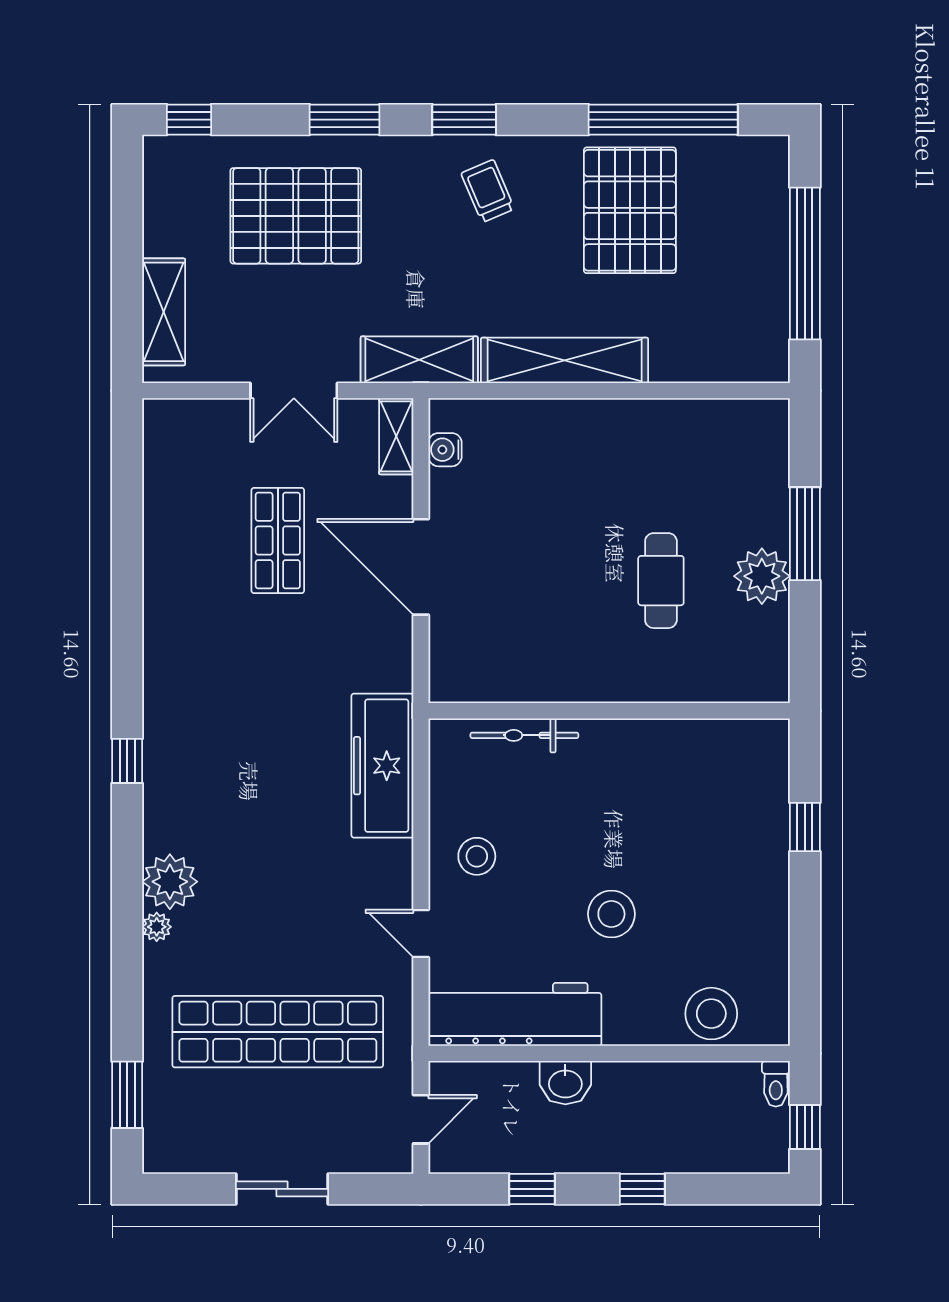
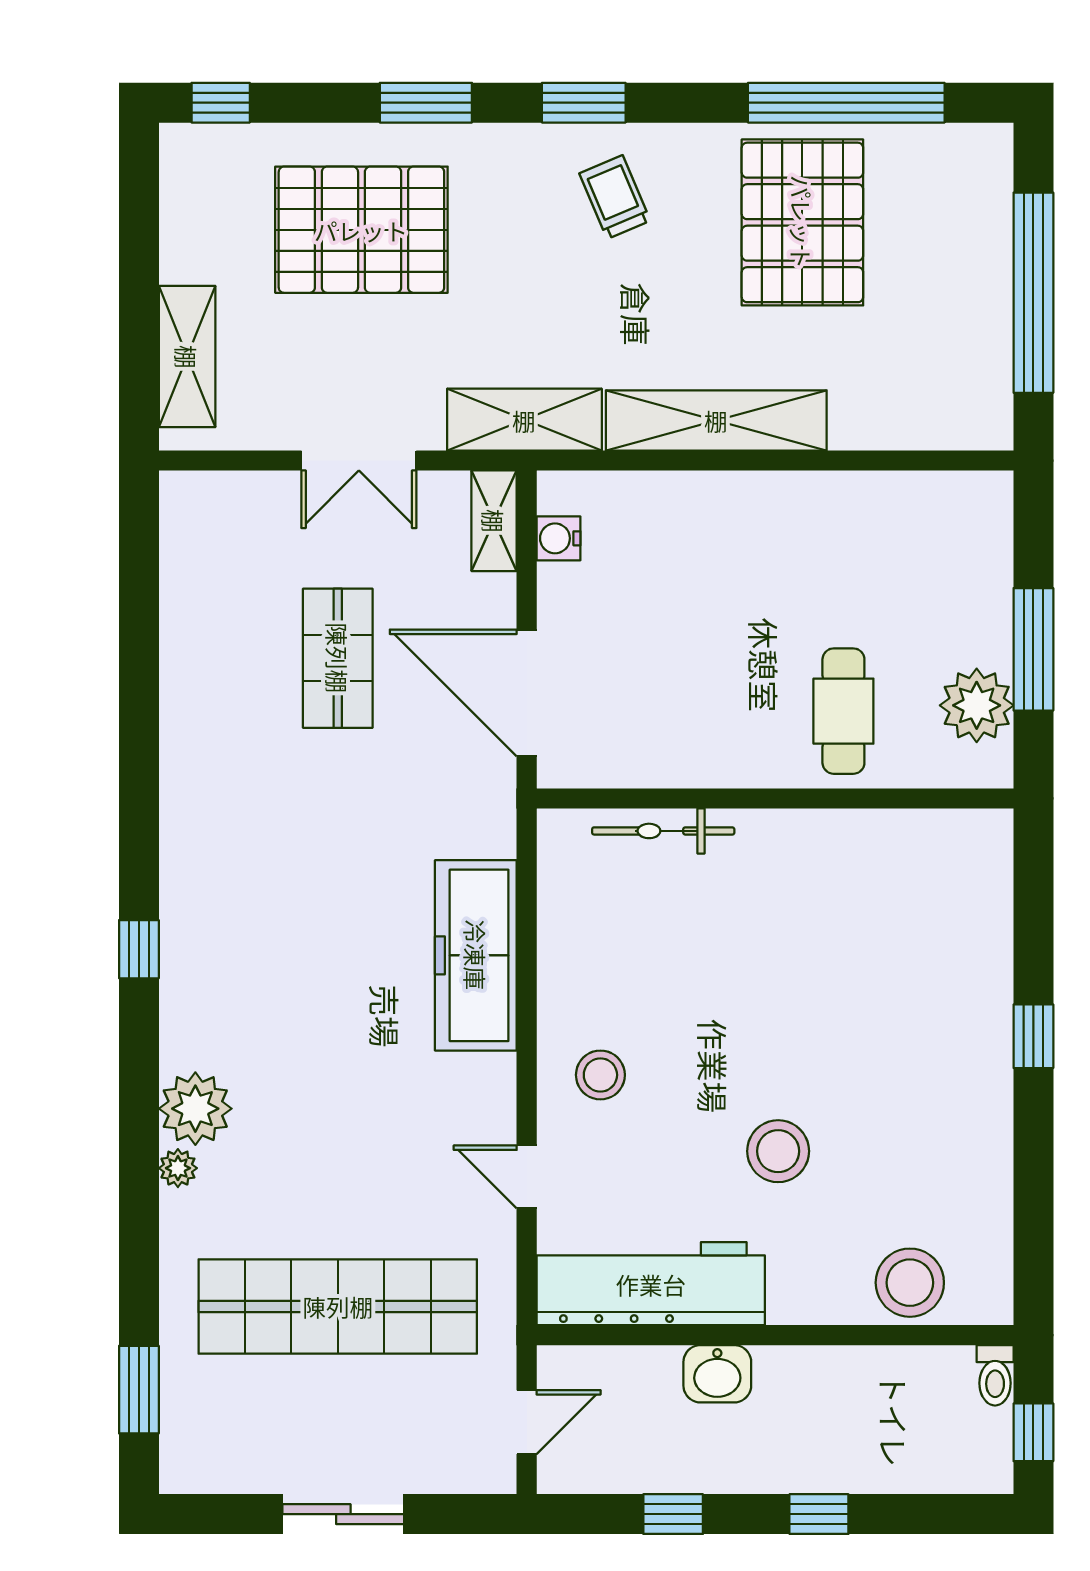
wall: (609, 711) -> (775, 798), moved
bicycle: (524, 735) -> (663, 831), moved

